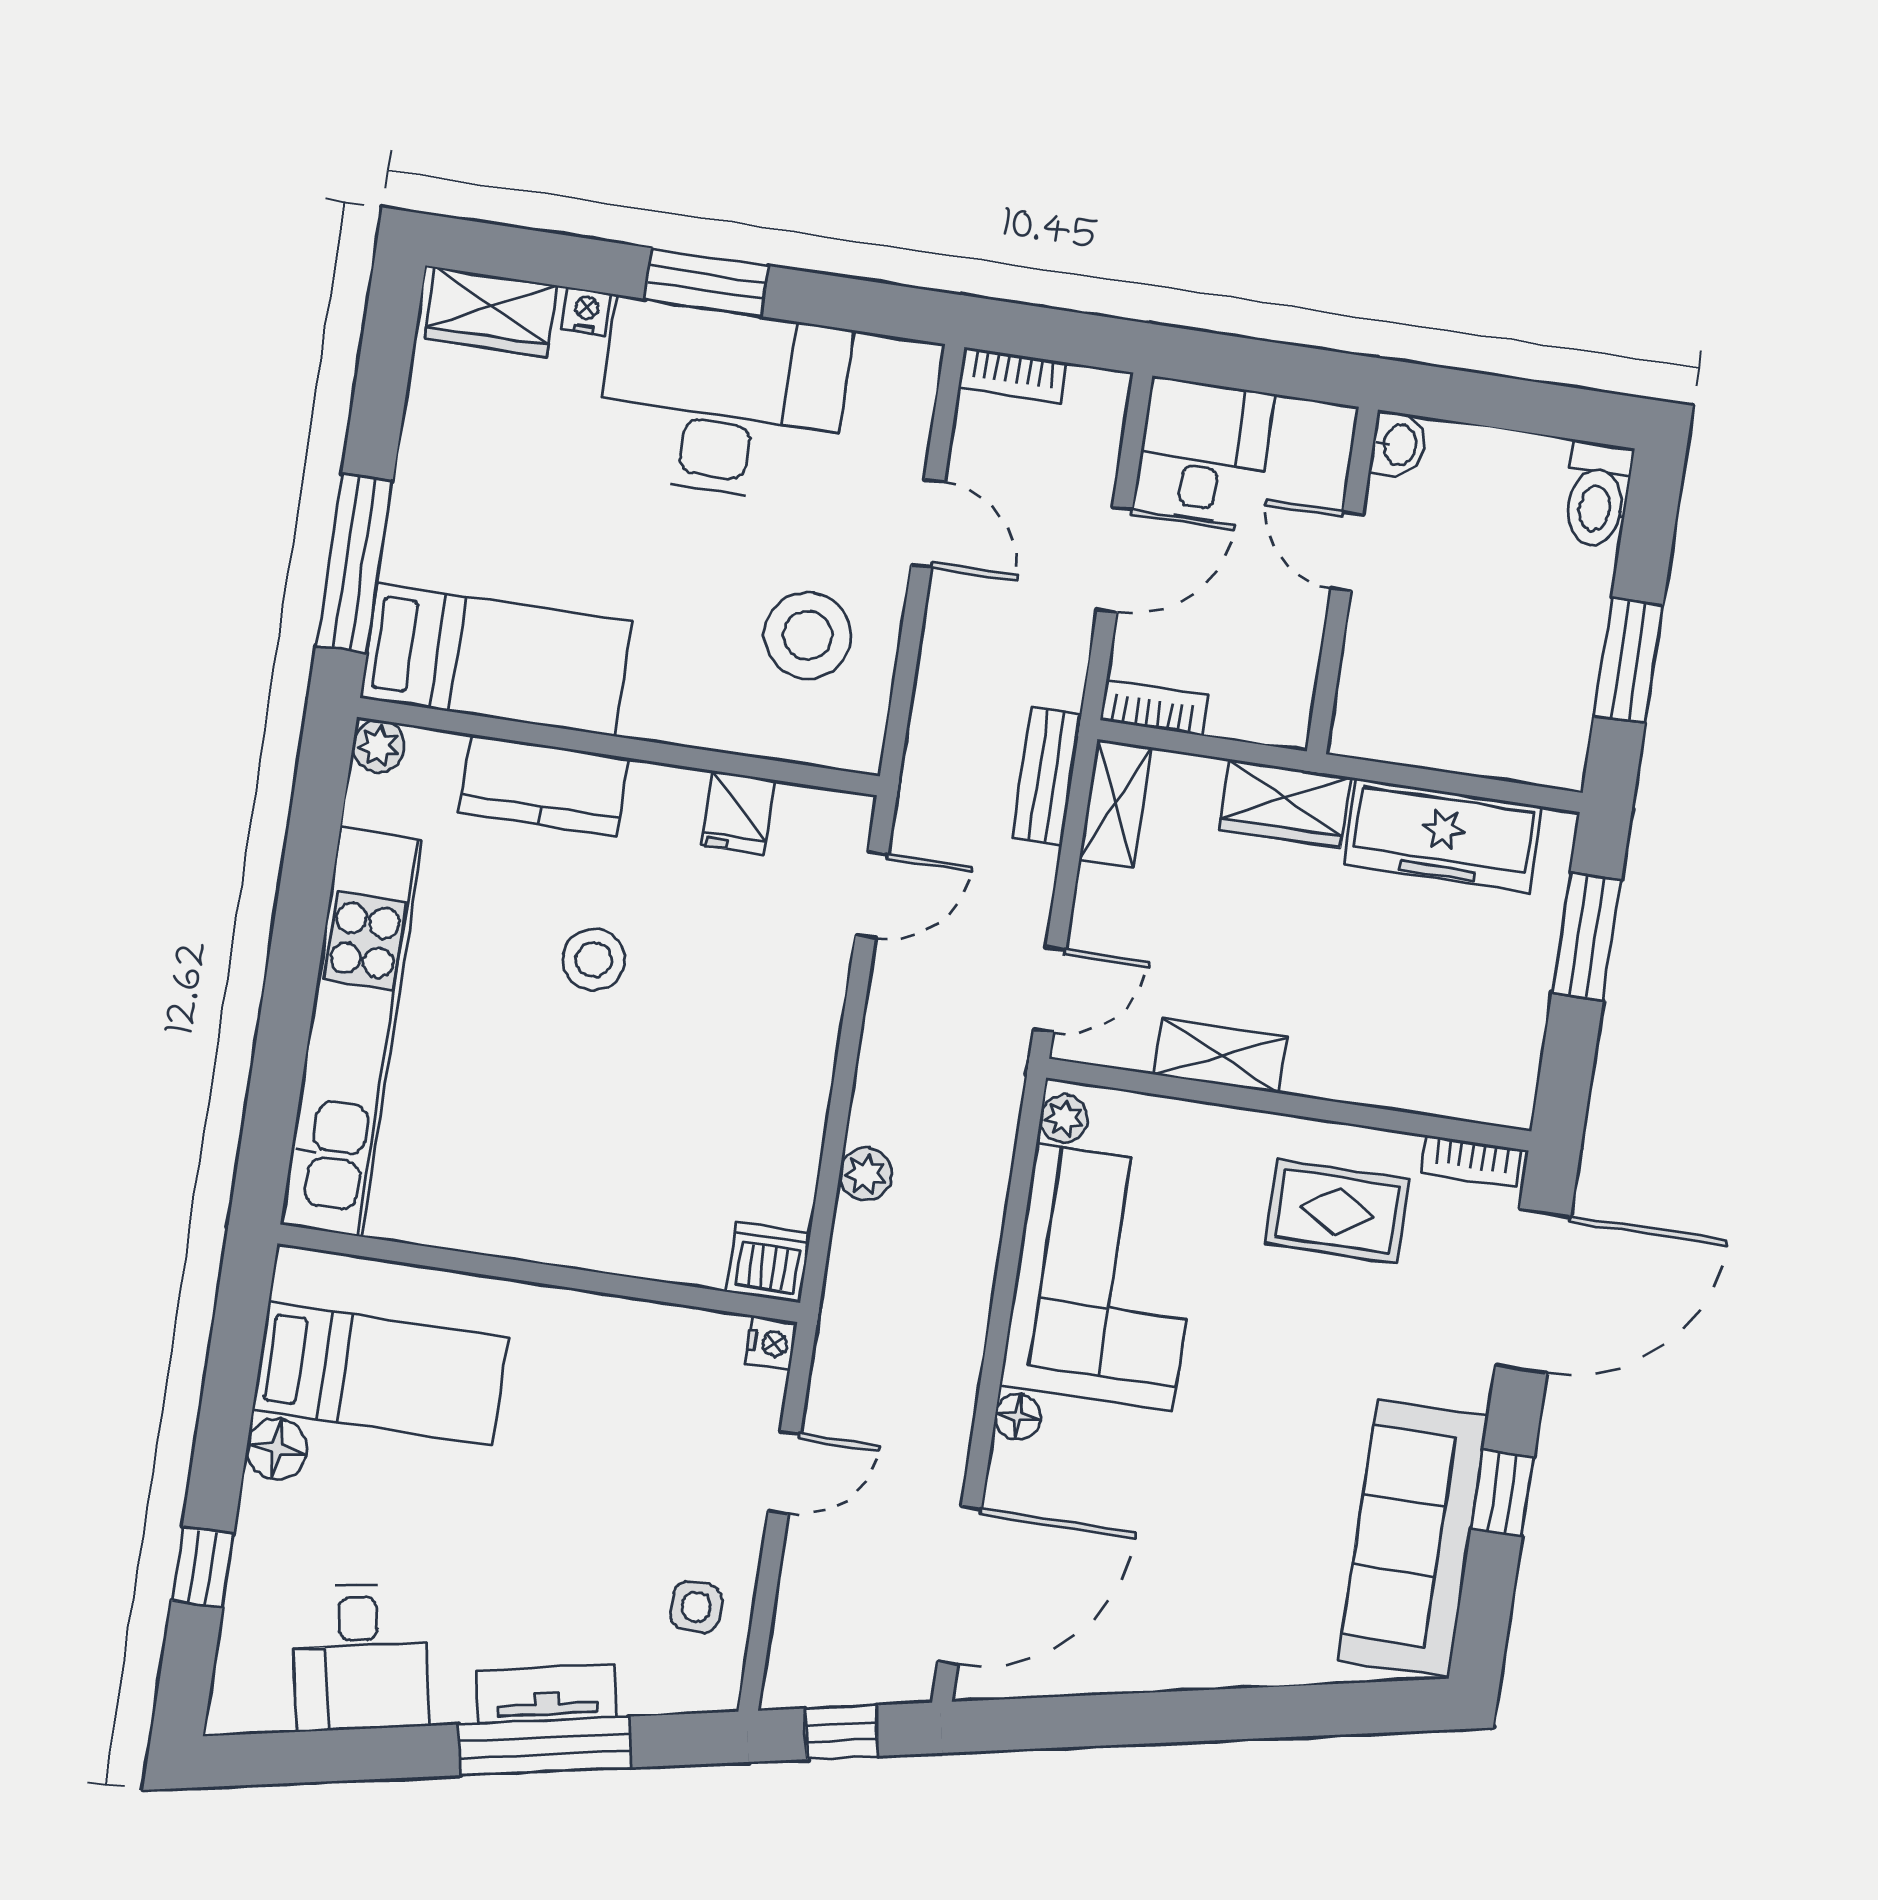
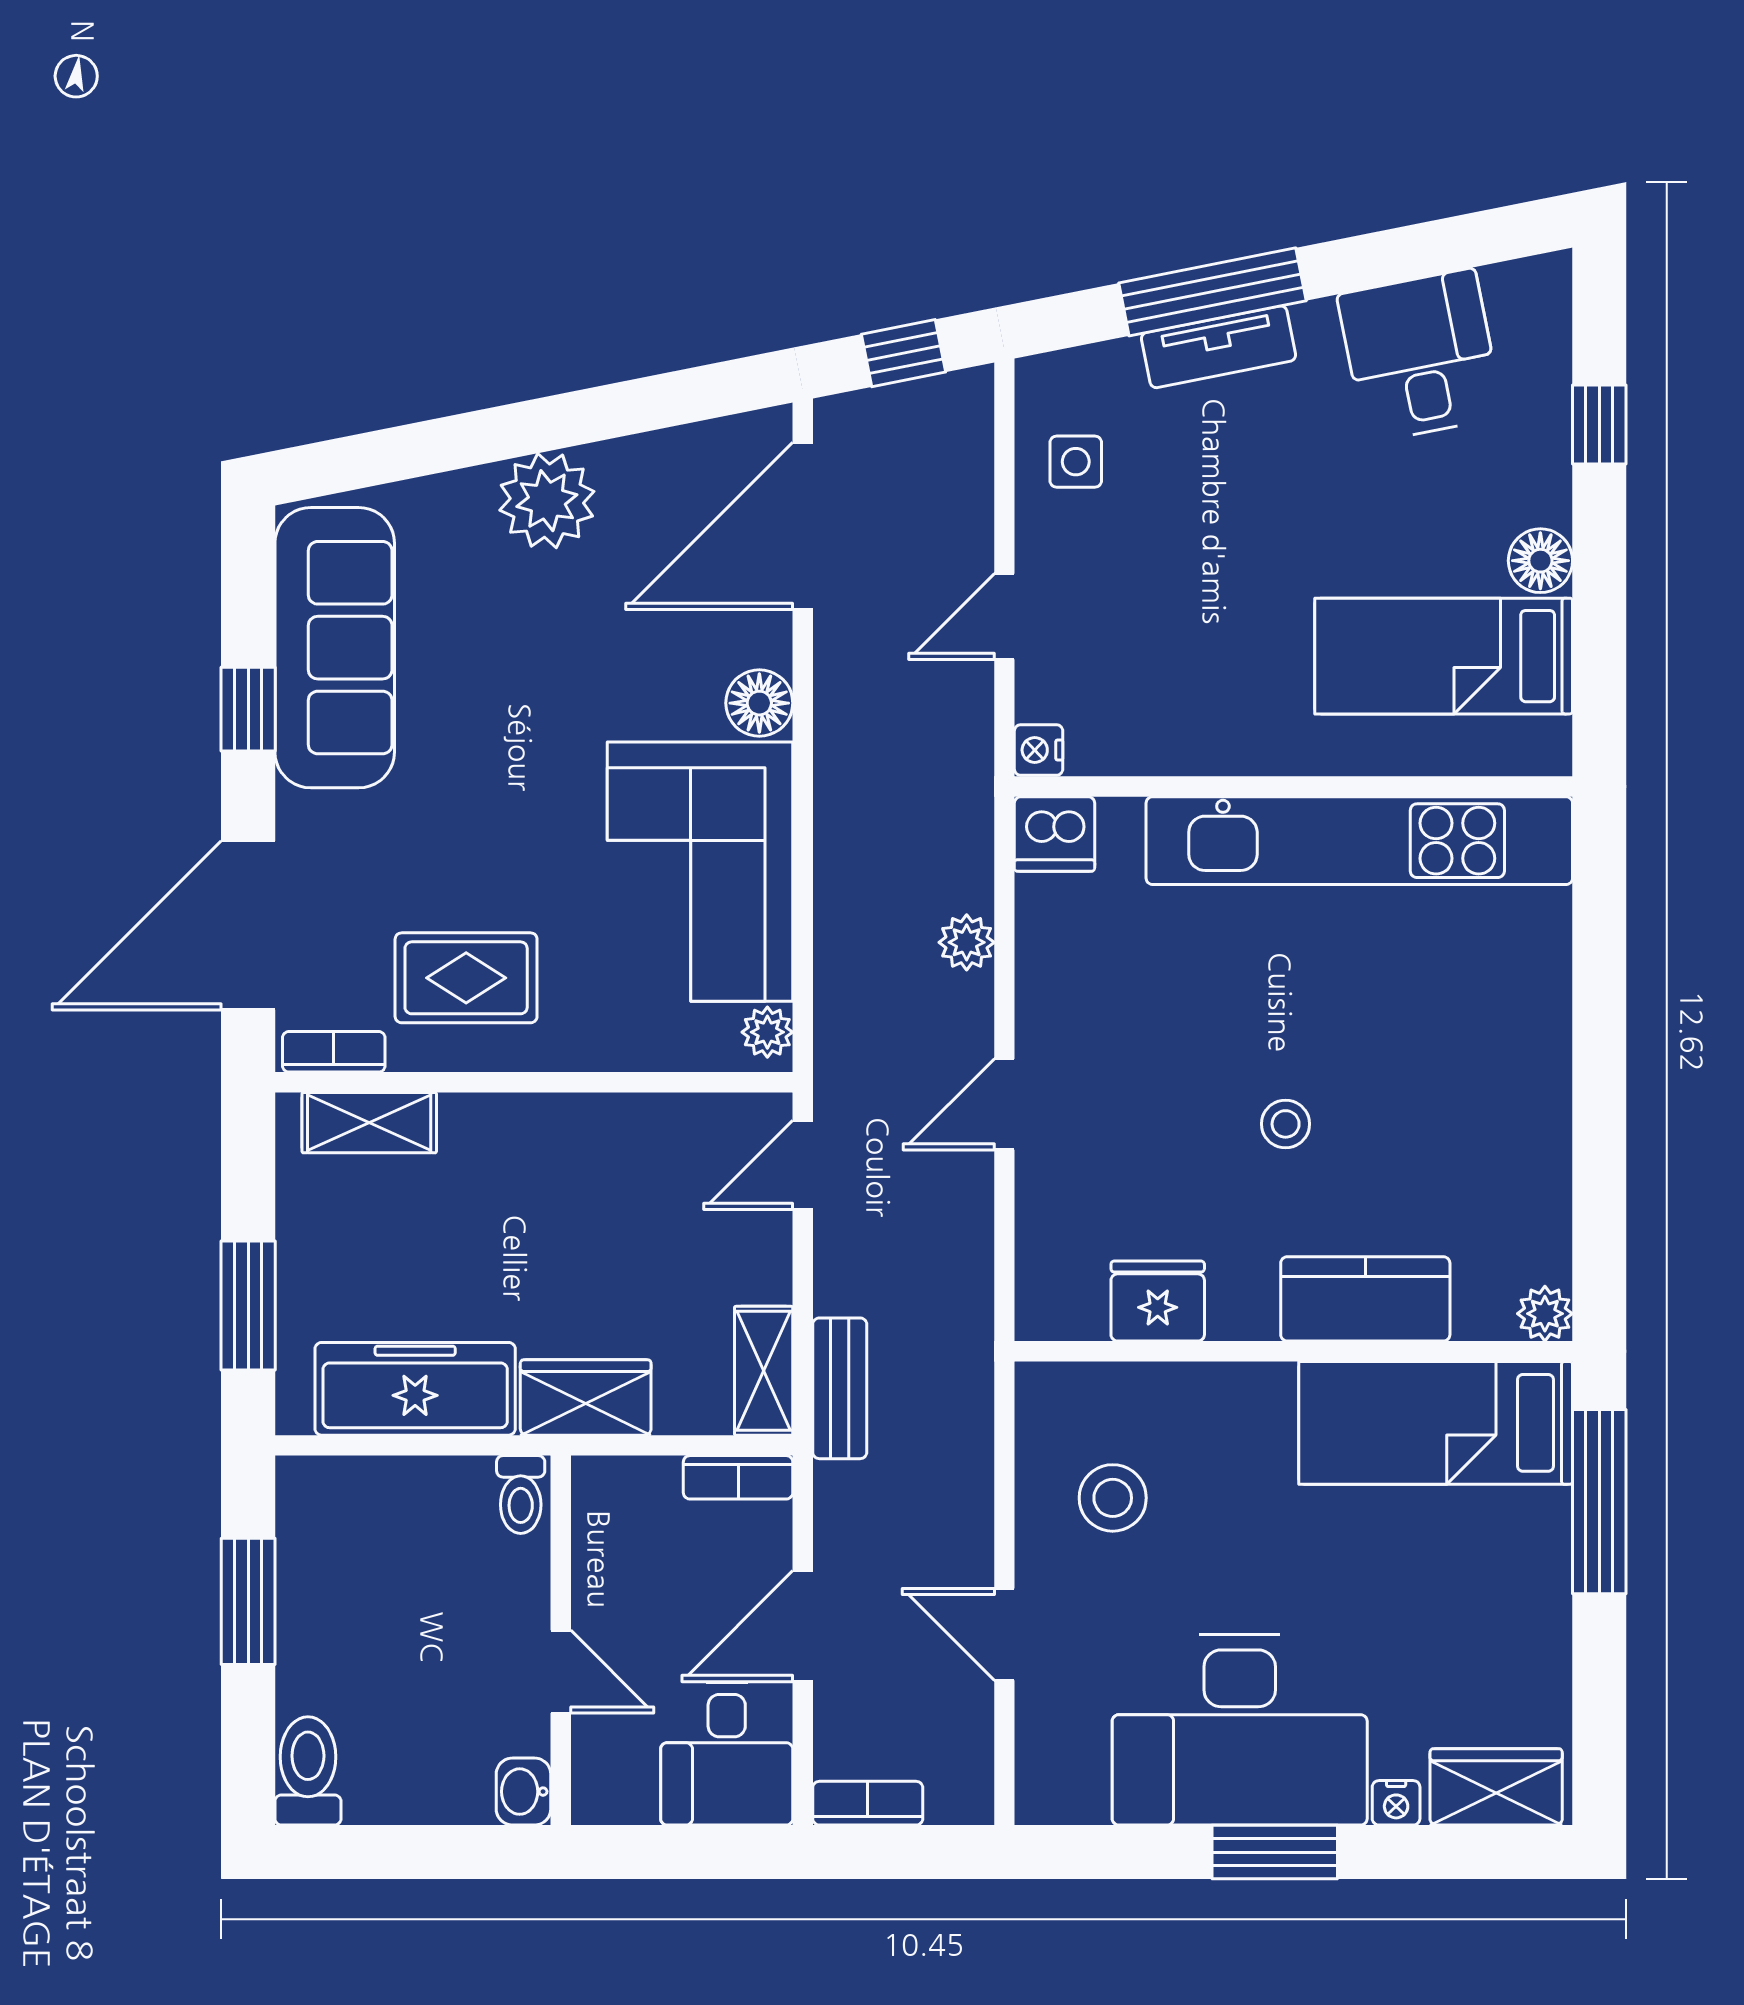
bookcase: (1012, 375) -> (868, 1803), moved
stool: (808, 635) -> (1113, 1498), width x0.73, depth x0.73
toilet: (1359, 722) -> (521, 1494), added
fridge: (738, 813) -> (1158, 1301), width x1.38
door: (872, 895) -> (1004, 1104), moved
stool: (594, 960) -> (1286, 1124), width x0.73, depth x0.73
kitchen unit: (351, 1032) -> (1359, 841), moved, turned -90
shelving: (1221, 1056) -> (369, 1123), moved
floor lamp: (1018, 1417) -> (759, 703), width x1.37, depth x1.37
plant: (1195, 1645) -> (547, 501), added

